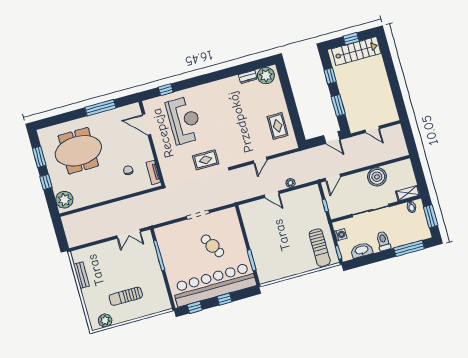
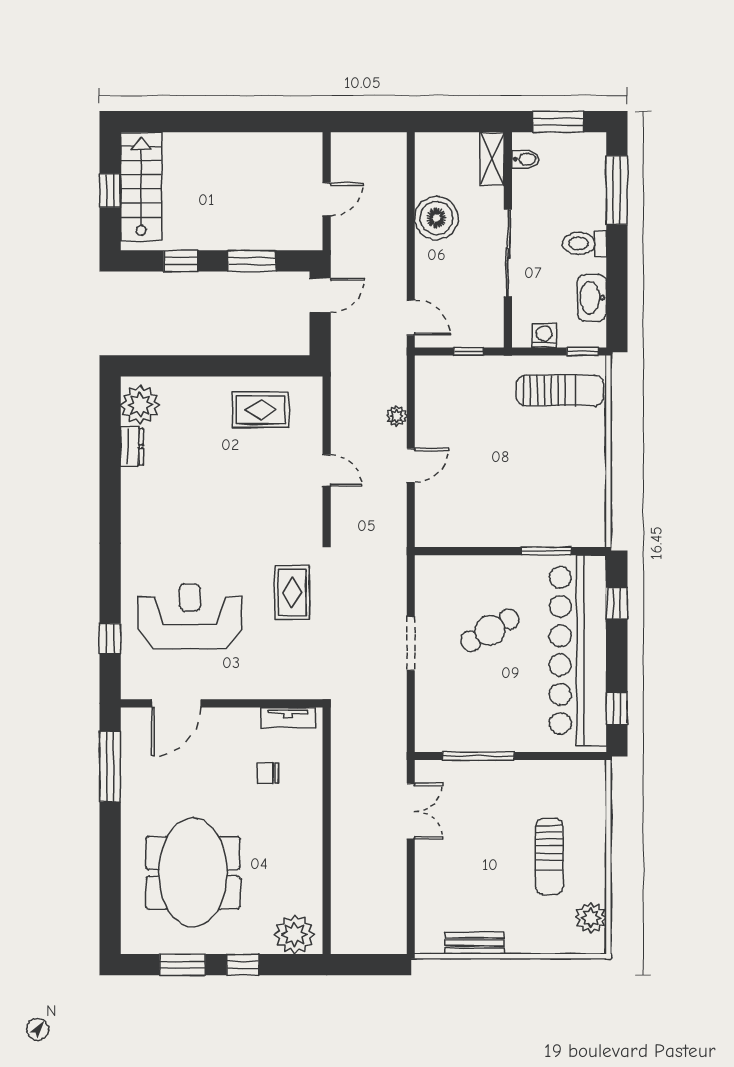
window: (100, 108) -> (110, 767), moved
window: (224, 299) -> (617, 603), moved

